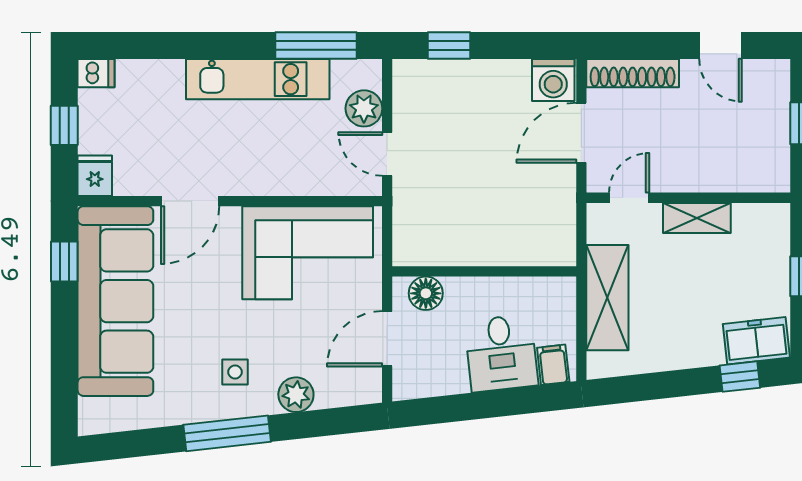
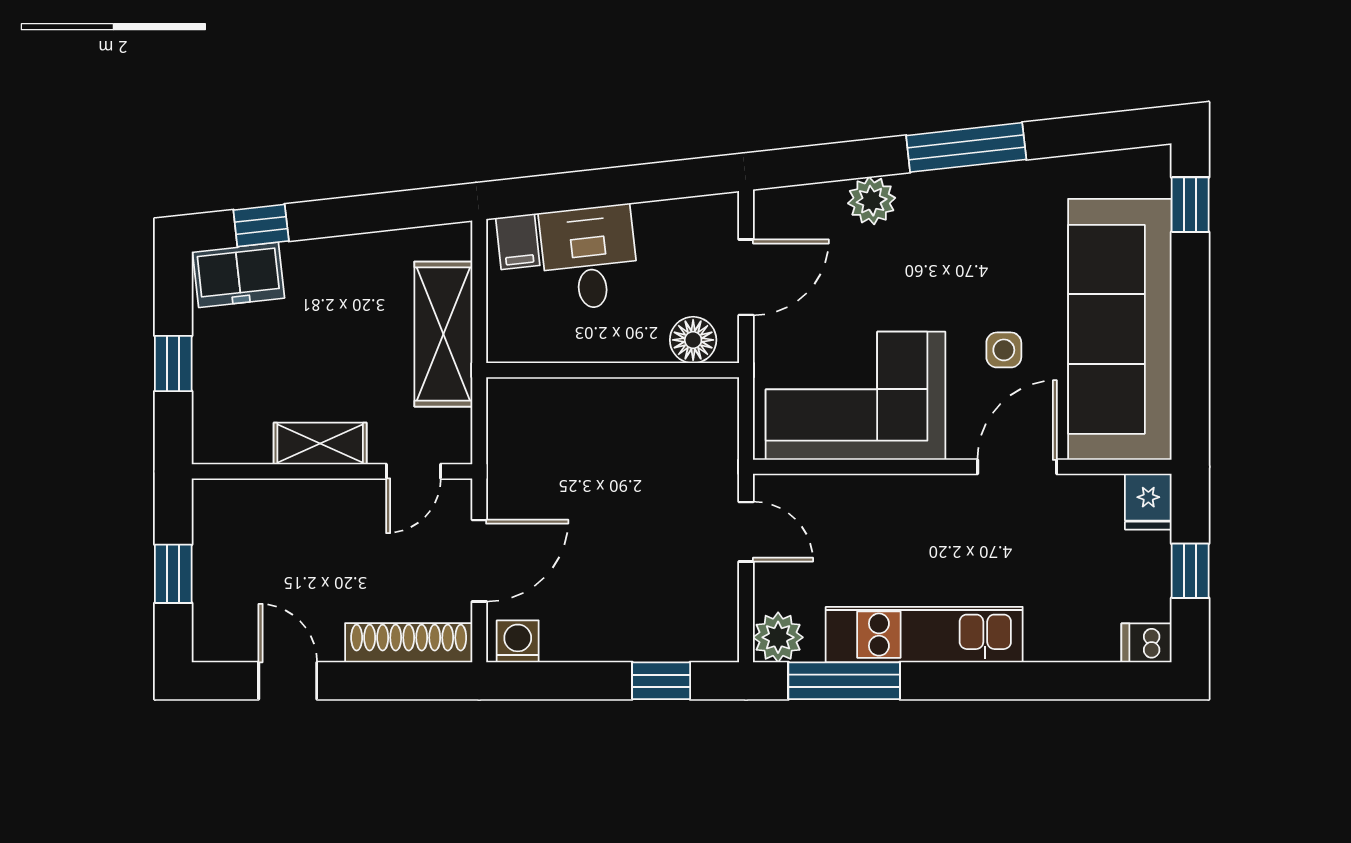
washing machine: (553, 80) -> (518, 641), width x0.73, depth x0.73
plant: (364, 108) -> (778, 637), moved
window: (64, 261) -> (1190, 205), moved
side table: (235, 372) -> (1004, 350), moved

